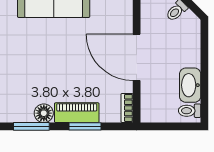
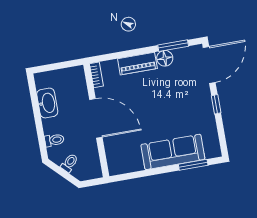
toilet: (190, 111) -> (54, 140), moved
window: (85, 126) -> (129, 53), removed

